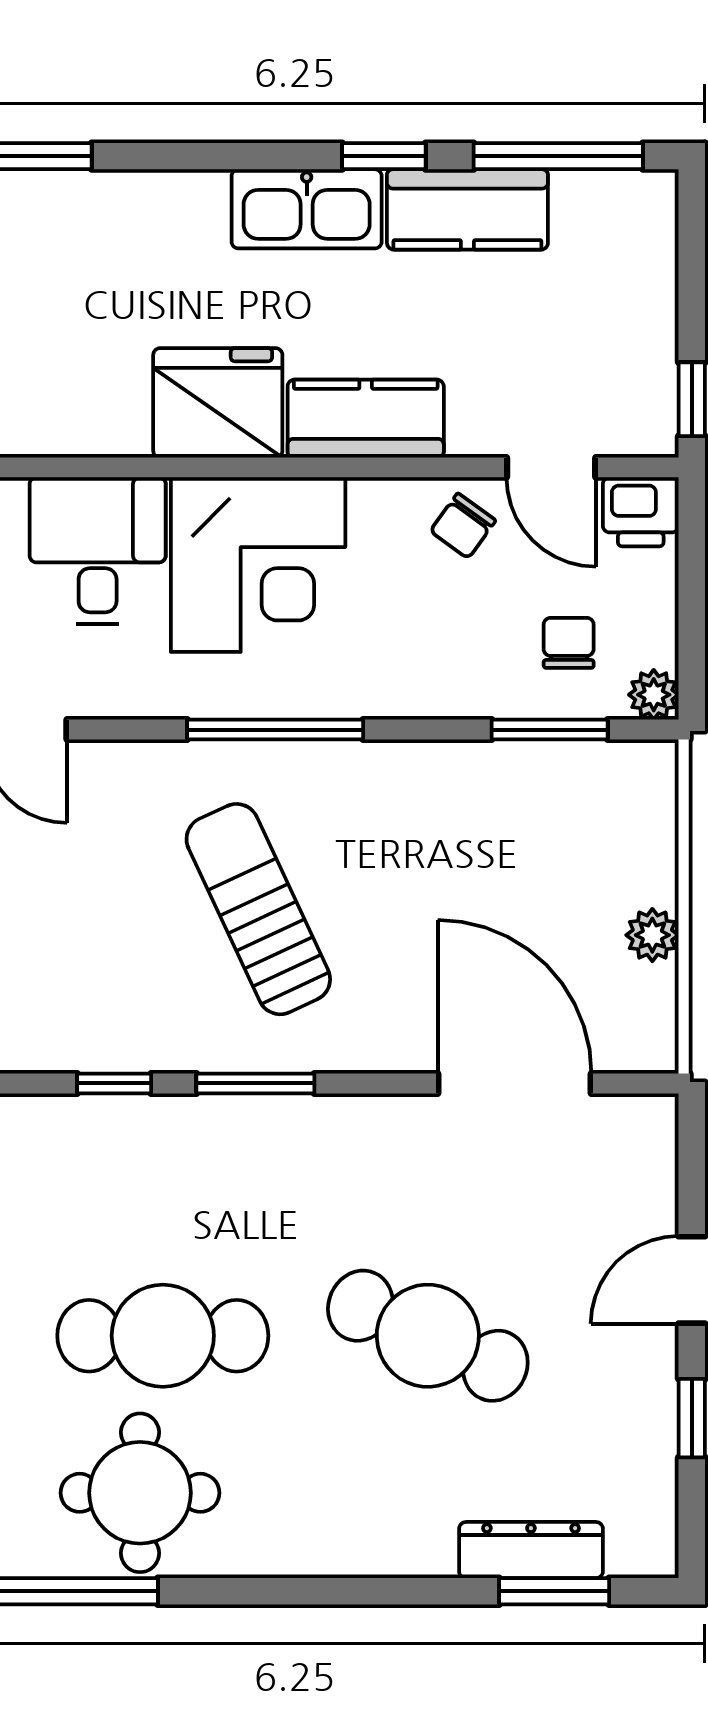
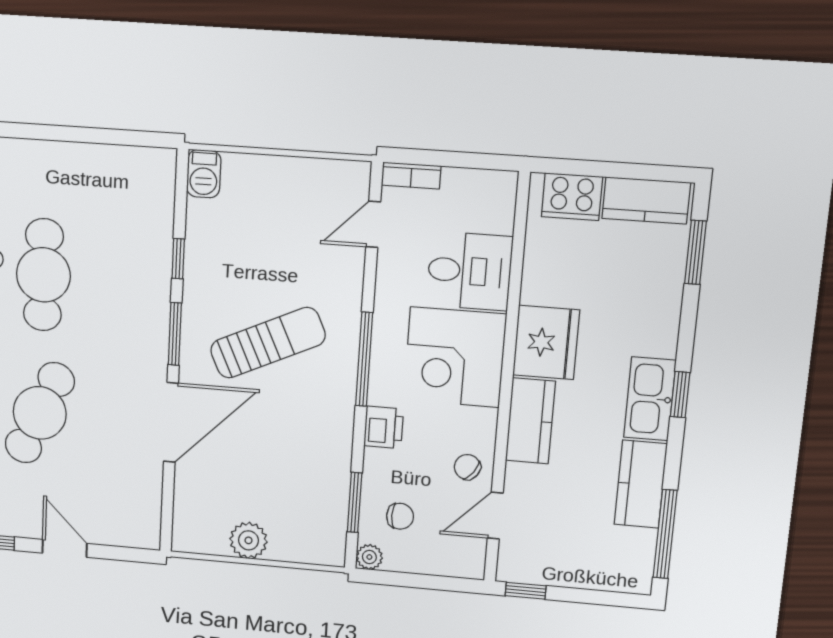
window: (384, 156) -> (680, 395), moved
printer: (641, 512) -> (384, 427), moved, turned 180
plant: (652, 935) -> (249, 540), width x1.38, depth x1.38
door: (515, 1083) -> (171, 422), moved

